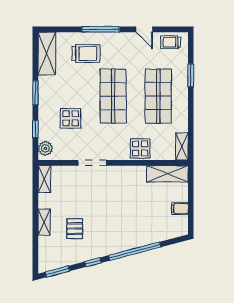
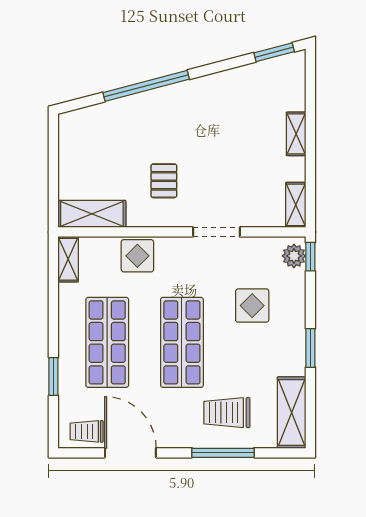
window: (101, 29) -> (223, 453), moved
door: (144, 29) -> (130, 453), width x1.87
trolley: (171, 42) -> (87, 431), turned 180
window: (35, 129) -> (310, 257), moved
filing cabinet: (180, 209) -> (72, 156), removed
pallet: (75, 229) -> (164, 181), moved
window: (93, 262) -> (215, 68), removed

